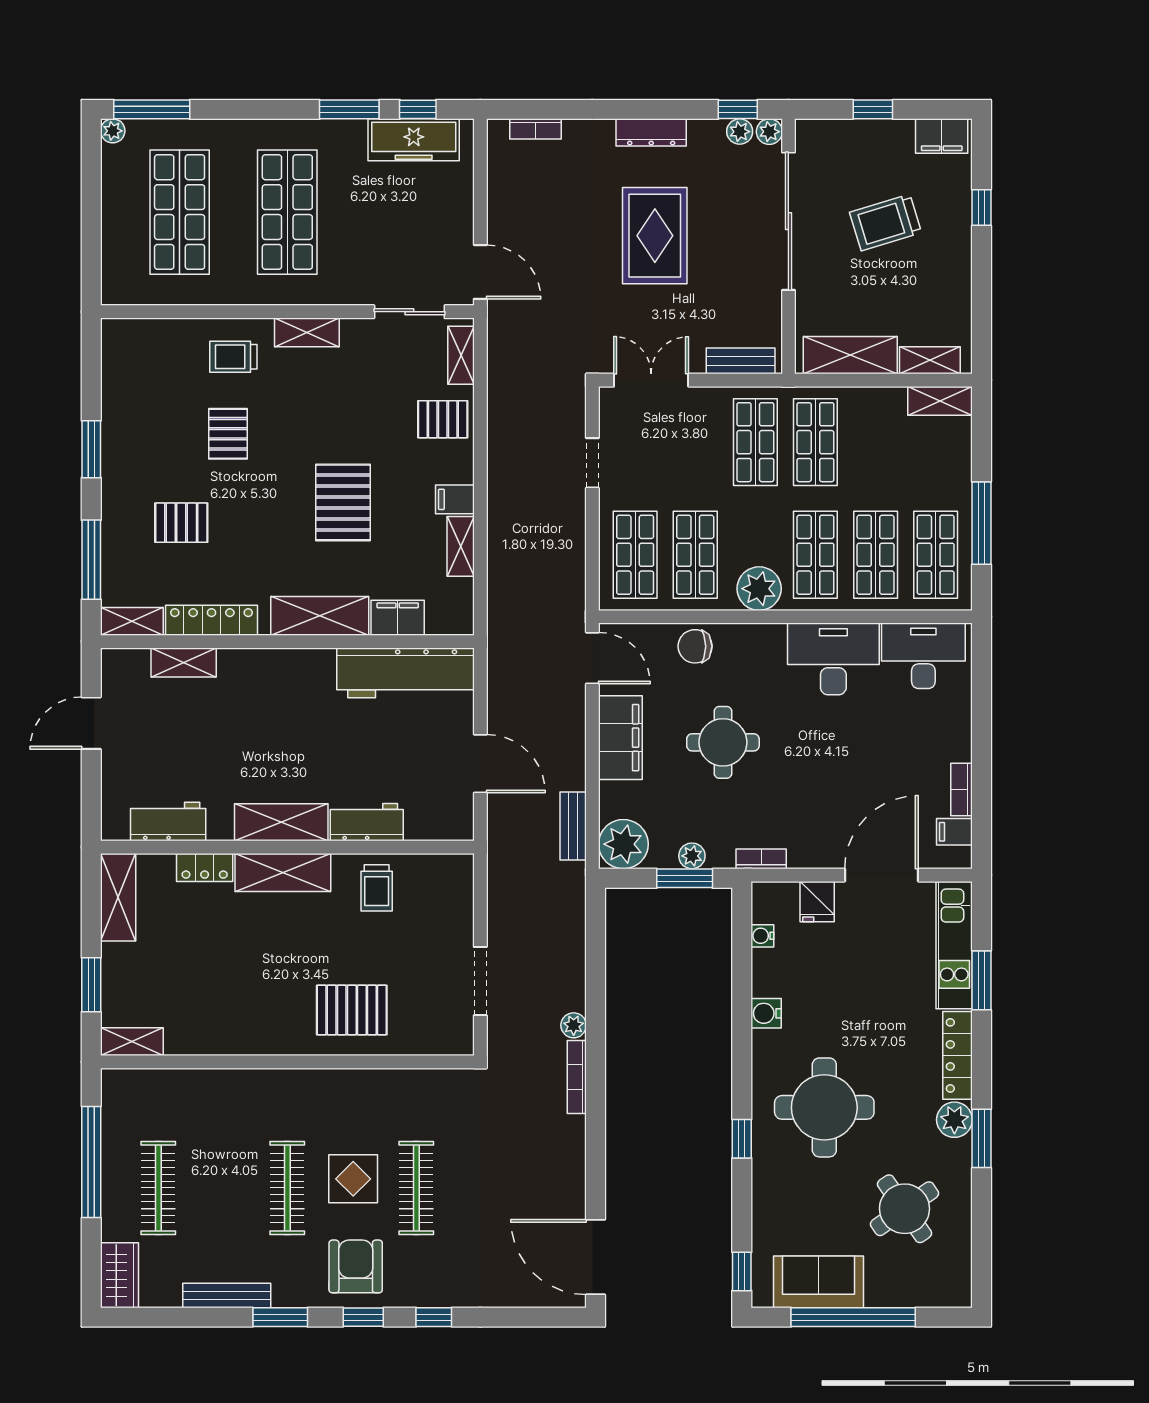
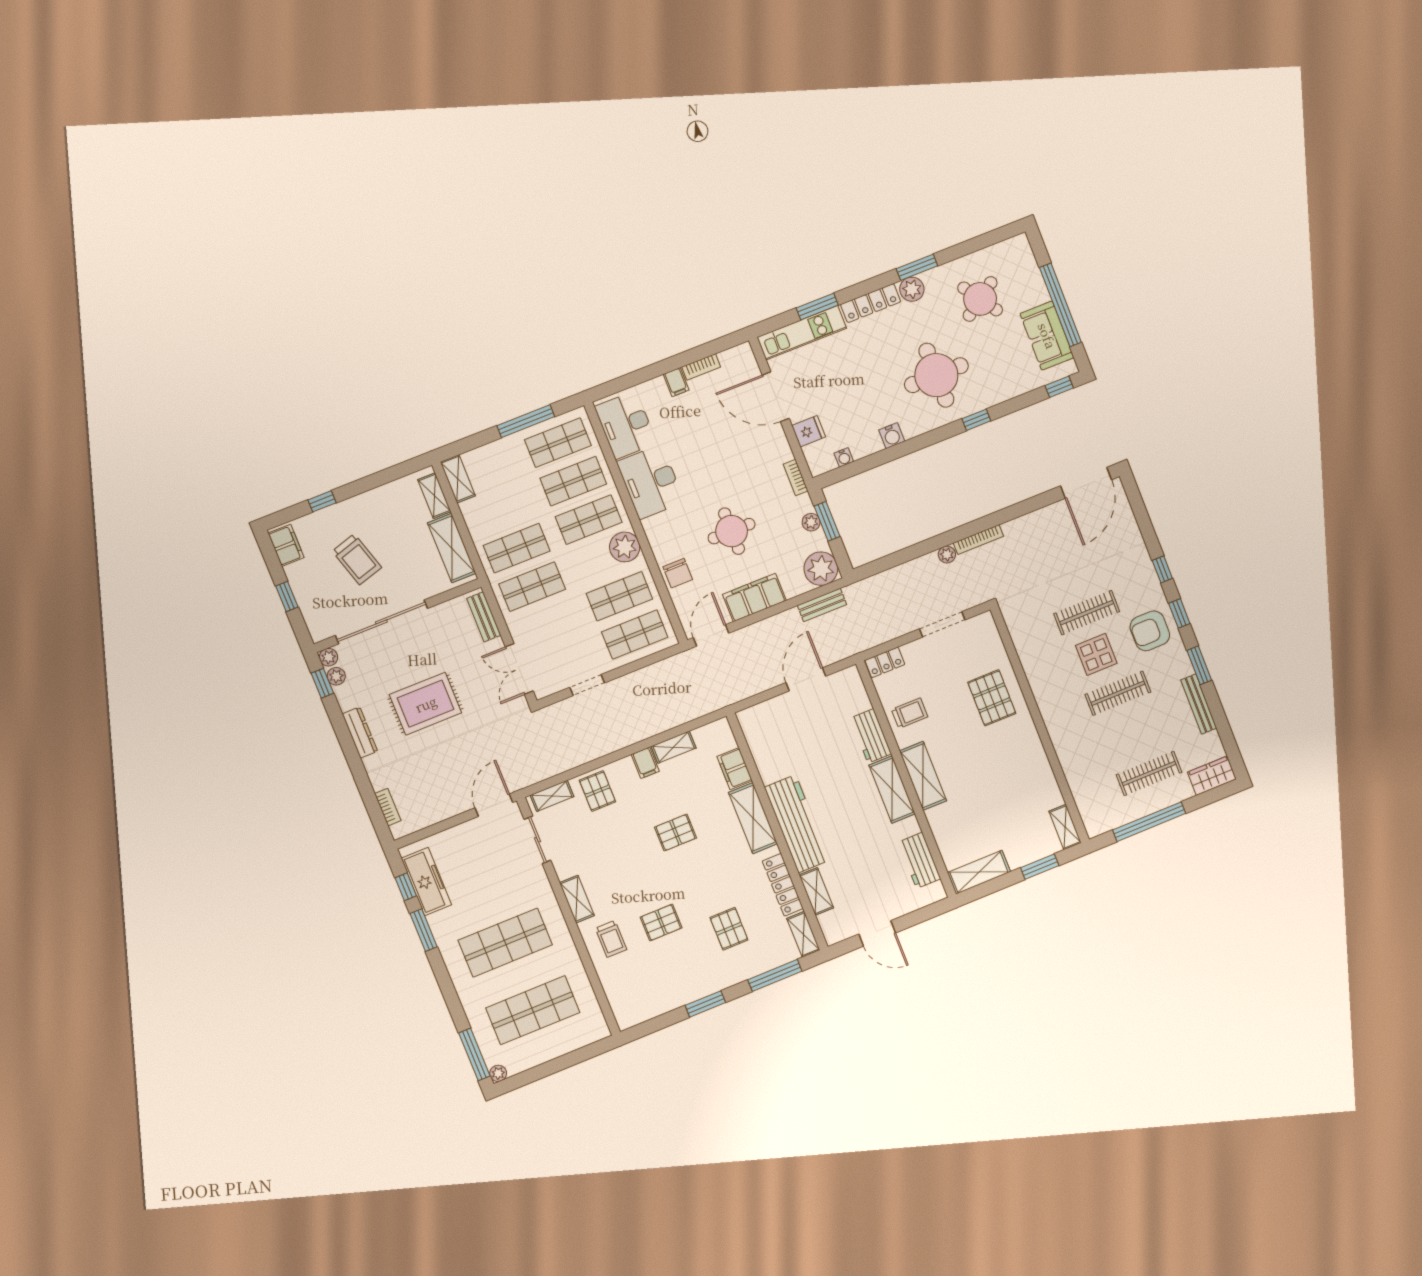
pallet: (343, 502) -> (676, 833), width x0.67, depth x0.71
workbench: (405, 673) -> (797, 824), moved
filing cabinet: (954, 832) -> (676, 382), moved
locker: (205, 867) -> (885, 662), moved, turned 90

